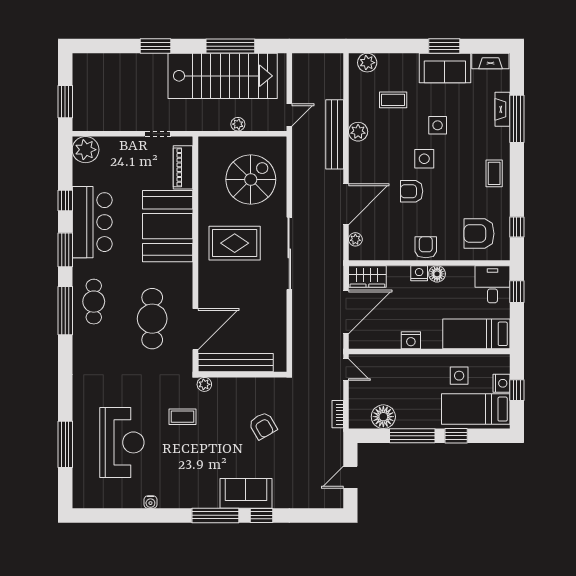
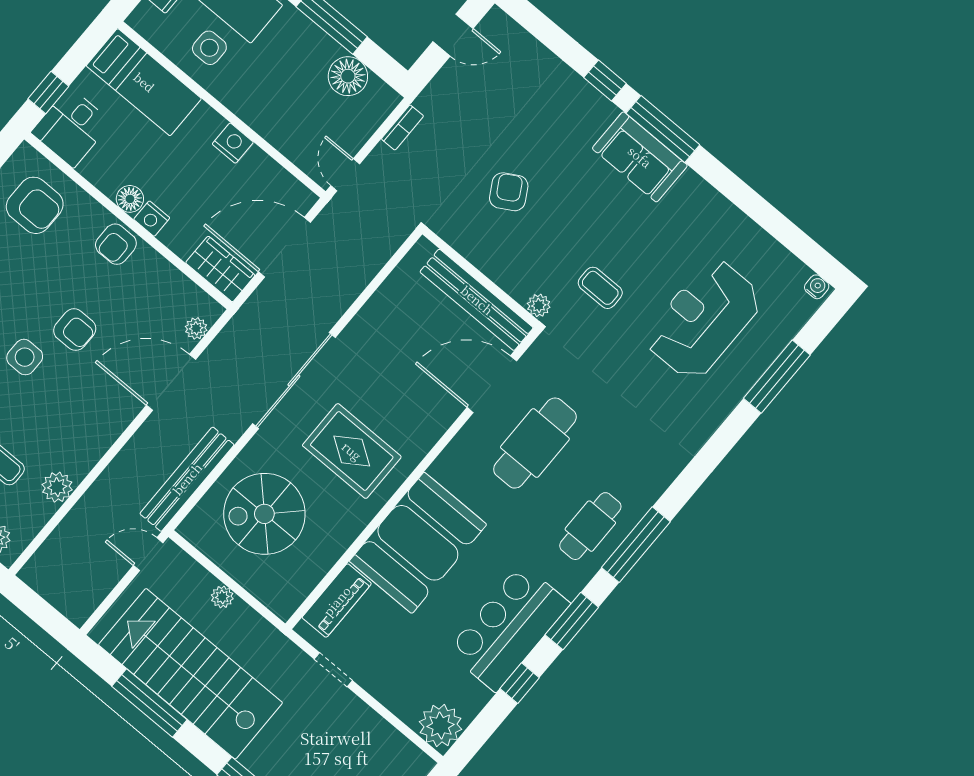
plant: (358, 132) -> (57, 487), moved
bench: (335, 134) -> (187, 479), moved
sofa: (246, 493) -> (640, 157), moved
water cooler: (150, 502) -> (817, 287), moved

